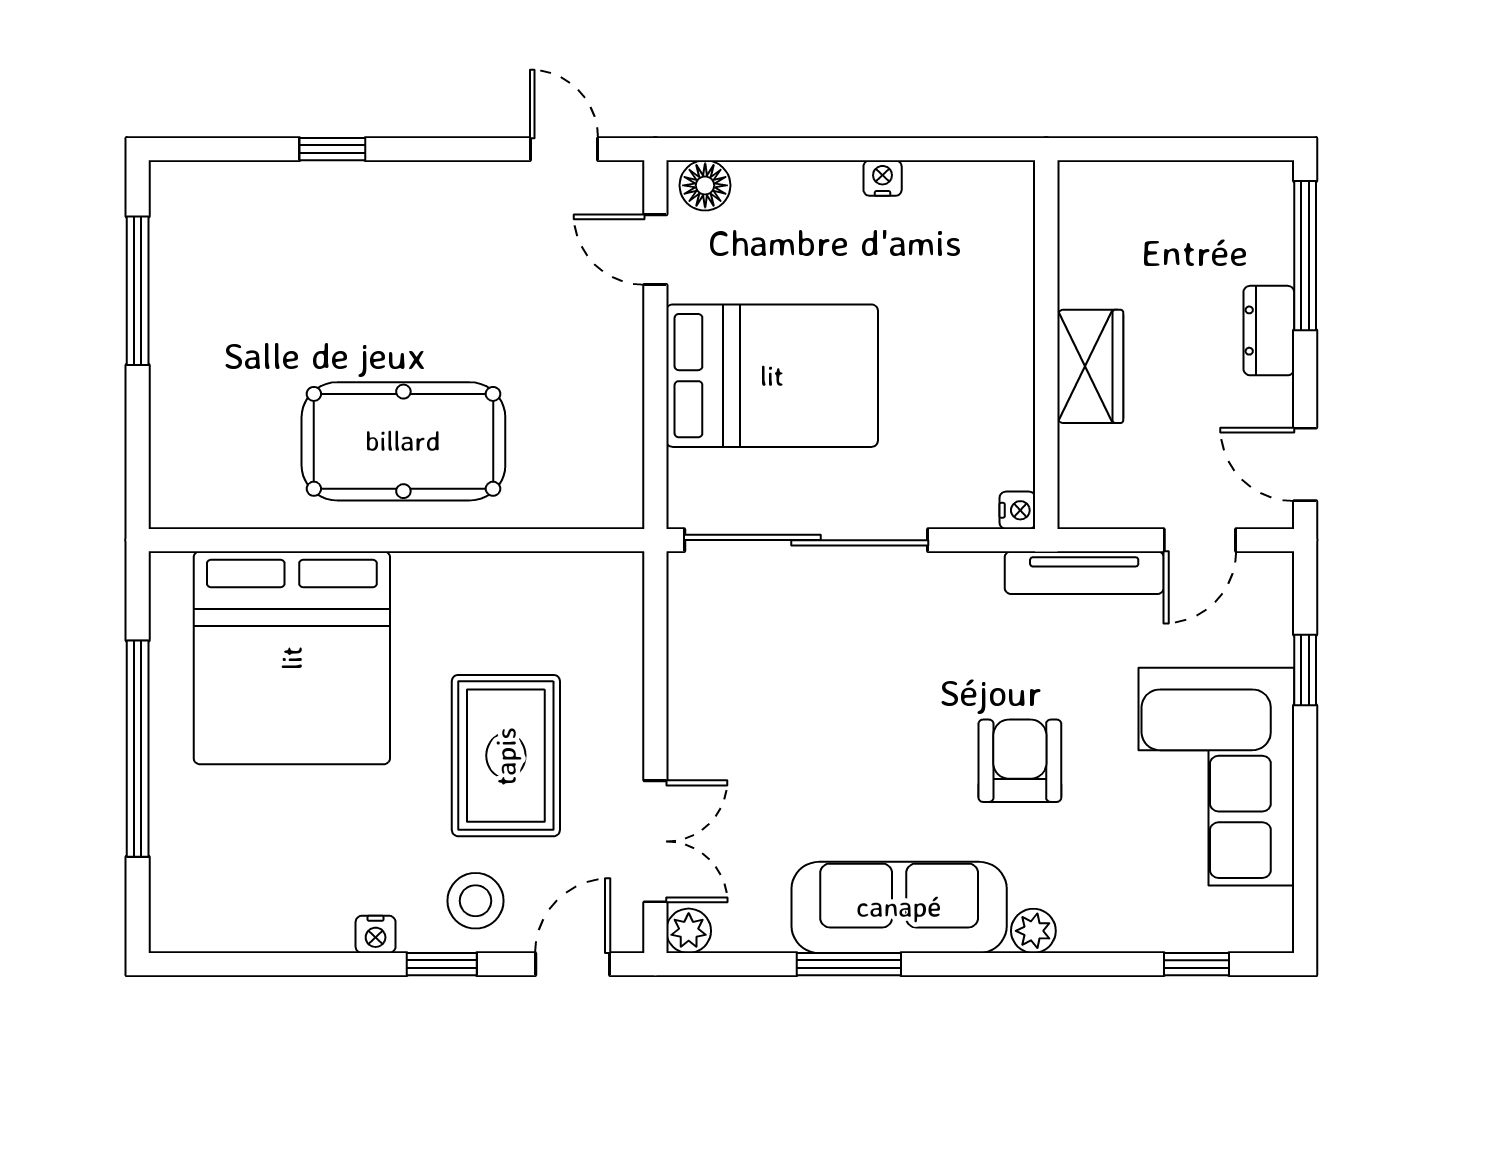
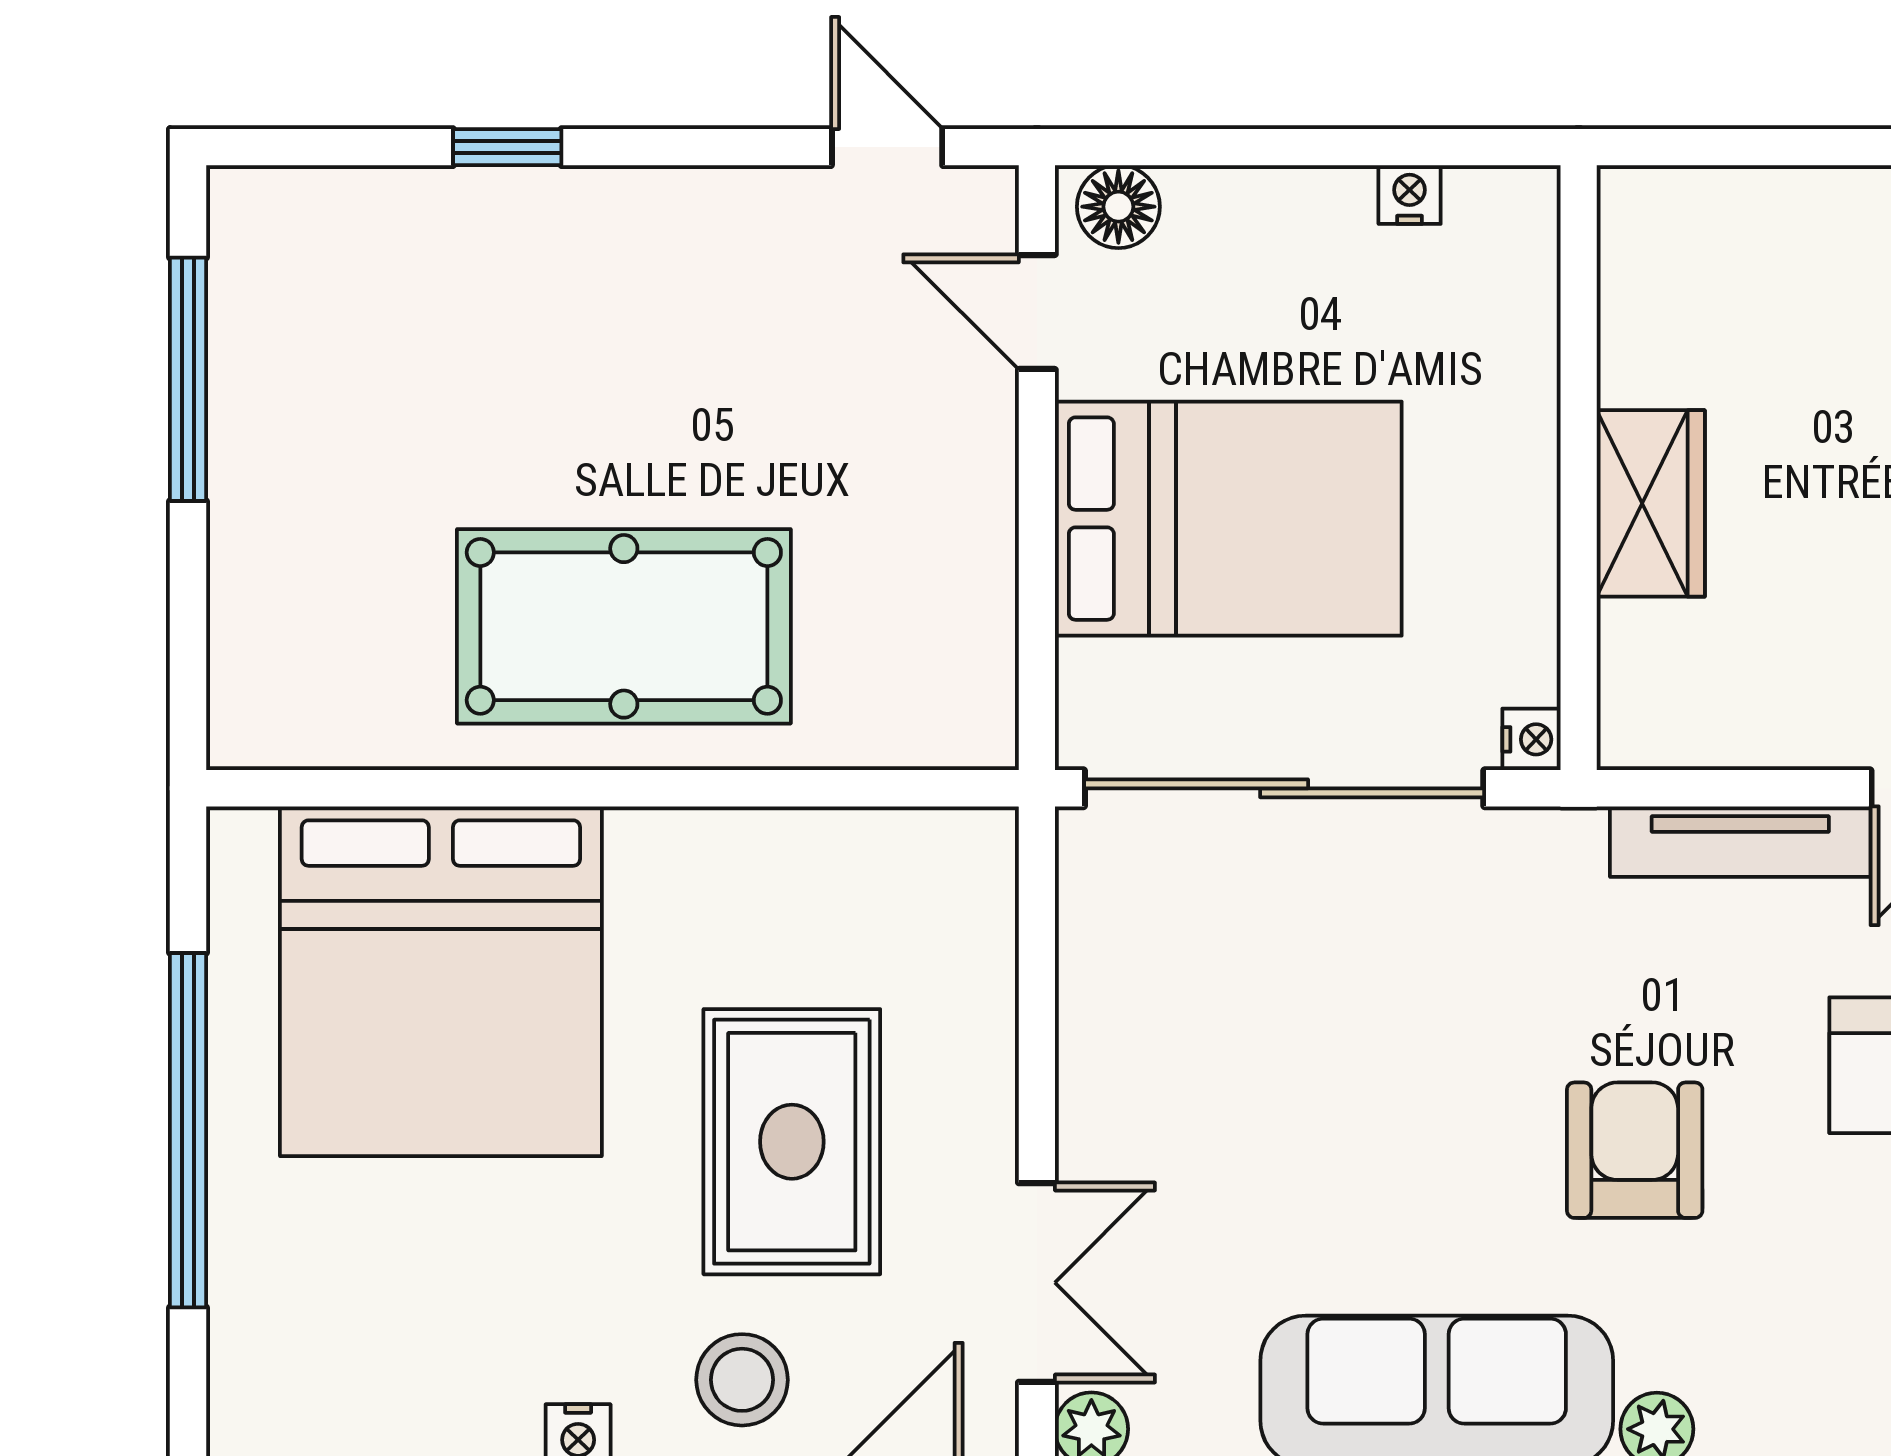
wall: (1046, 345) -> (1579, 468), moved
wardrobe: (1090, 366) -> (1651, 503), moved
nightstand: (1017, 510) -> (1531, 739), moved

